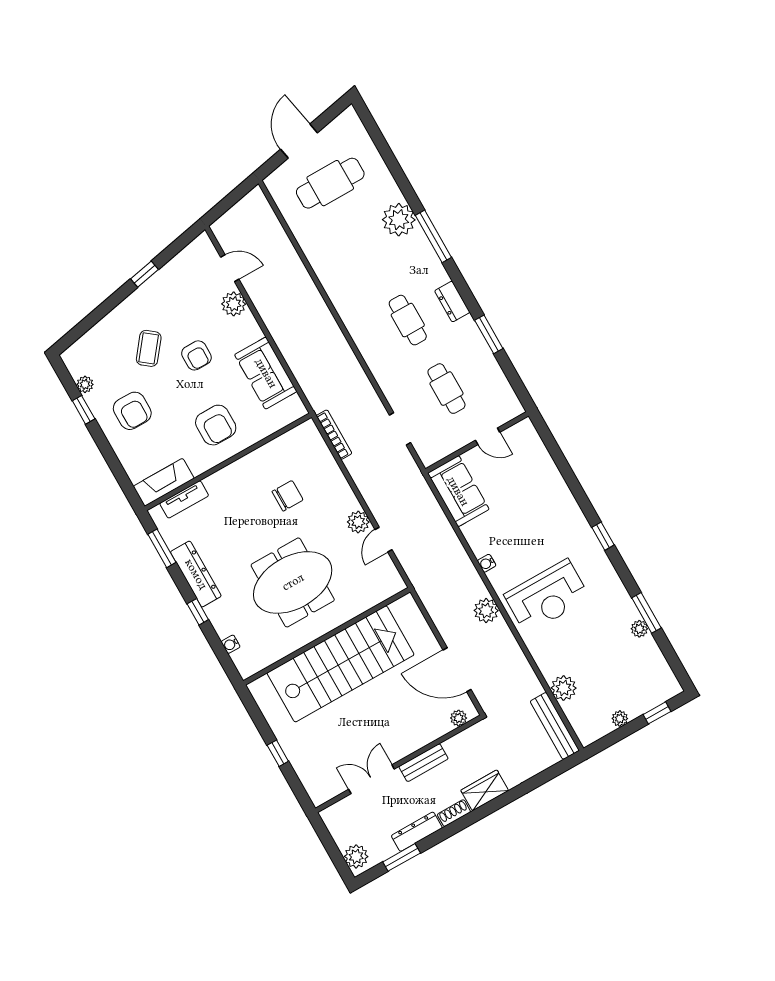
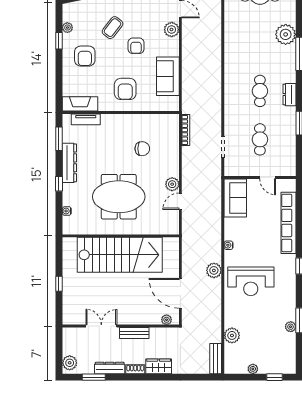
row of seats: (554, 484) -> (288, 223), added
bench: (555, 726) -> (216, 359), width x0.73

